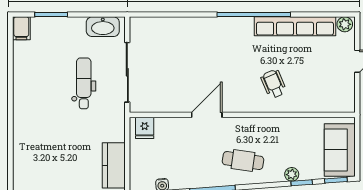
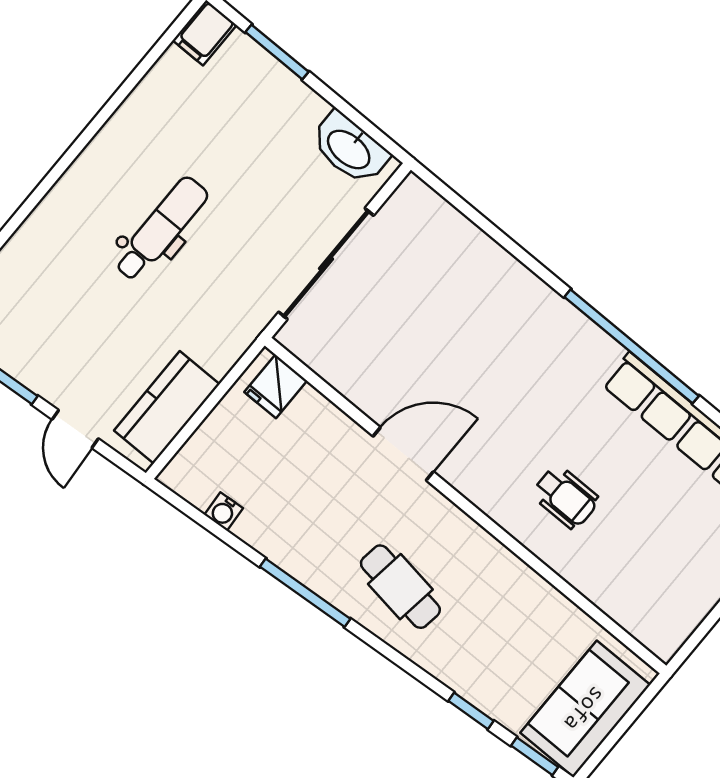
dental chair: (84, 83) -> (161, 229), moved
wheelchair: (274, 84) -> (565, 497), turned 113
plant: (292, 174) -> (466, 682), removed

